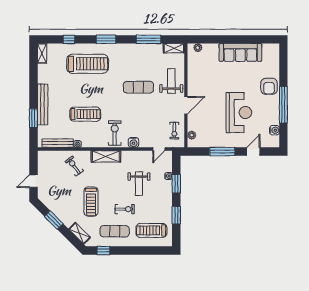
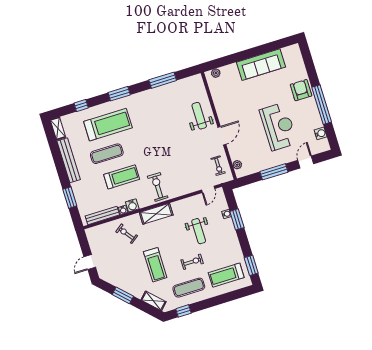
shelving: (174, 48) -> (191, 81), removed
armchair: (269, 86) -> (301, 90), turned 180
exercise mat: (138, 87) -> (107, 154), moved
bench: (43, 104) -> (69, 160), moved
water cooler: (133, 142) -> (132, 205), moved
window: (176, 215) -> (251, 265), moved

